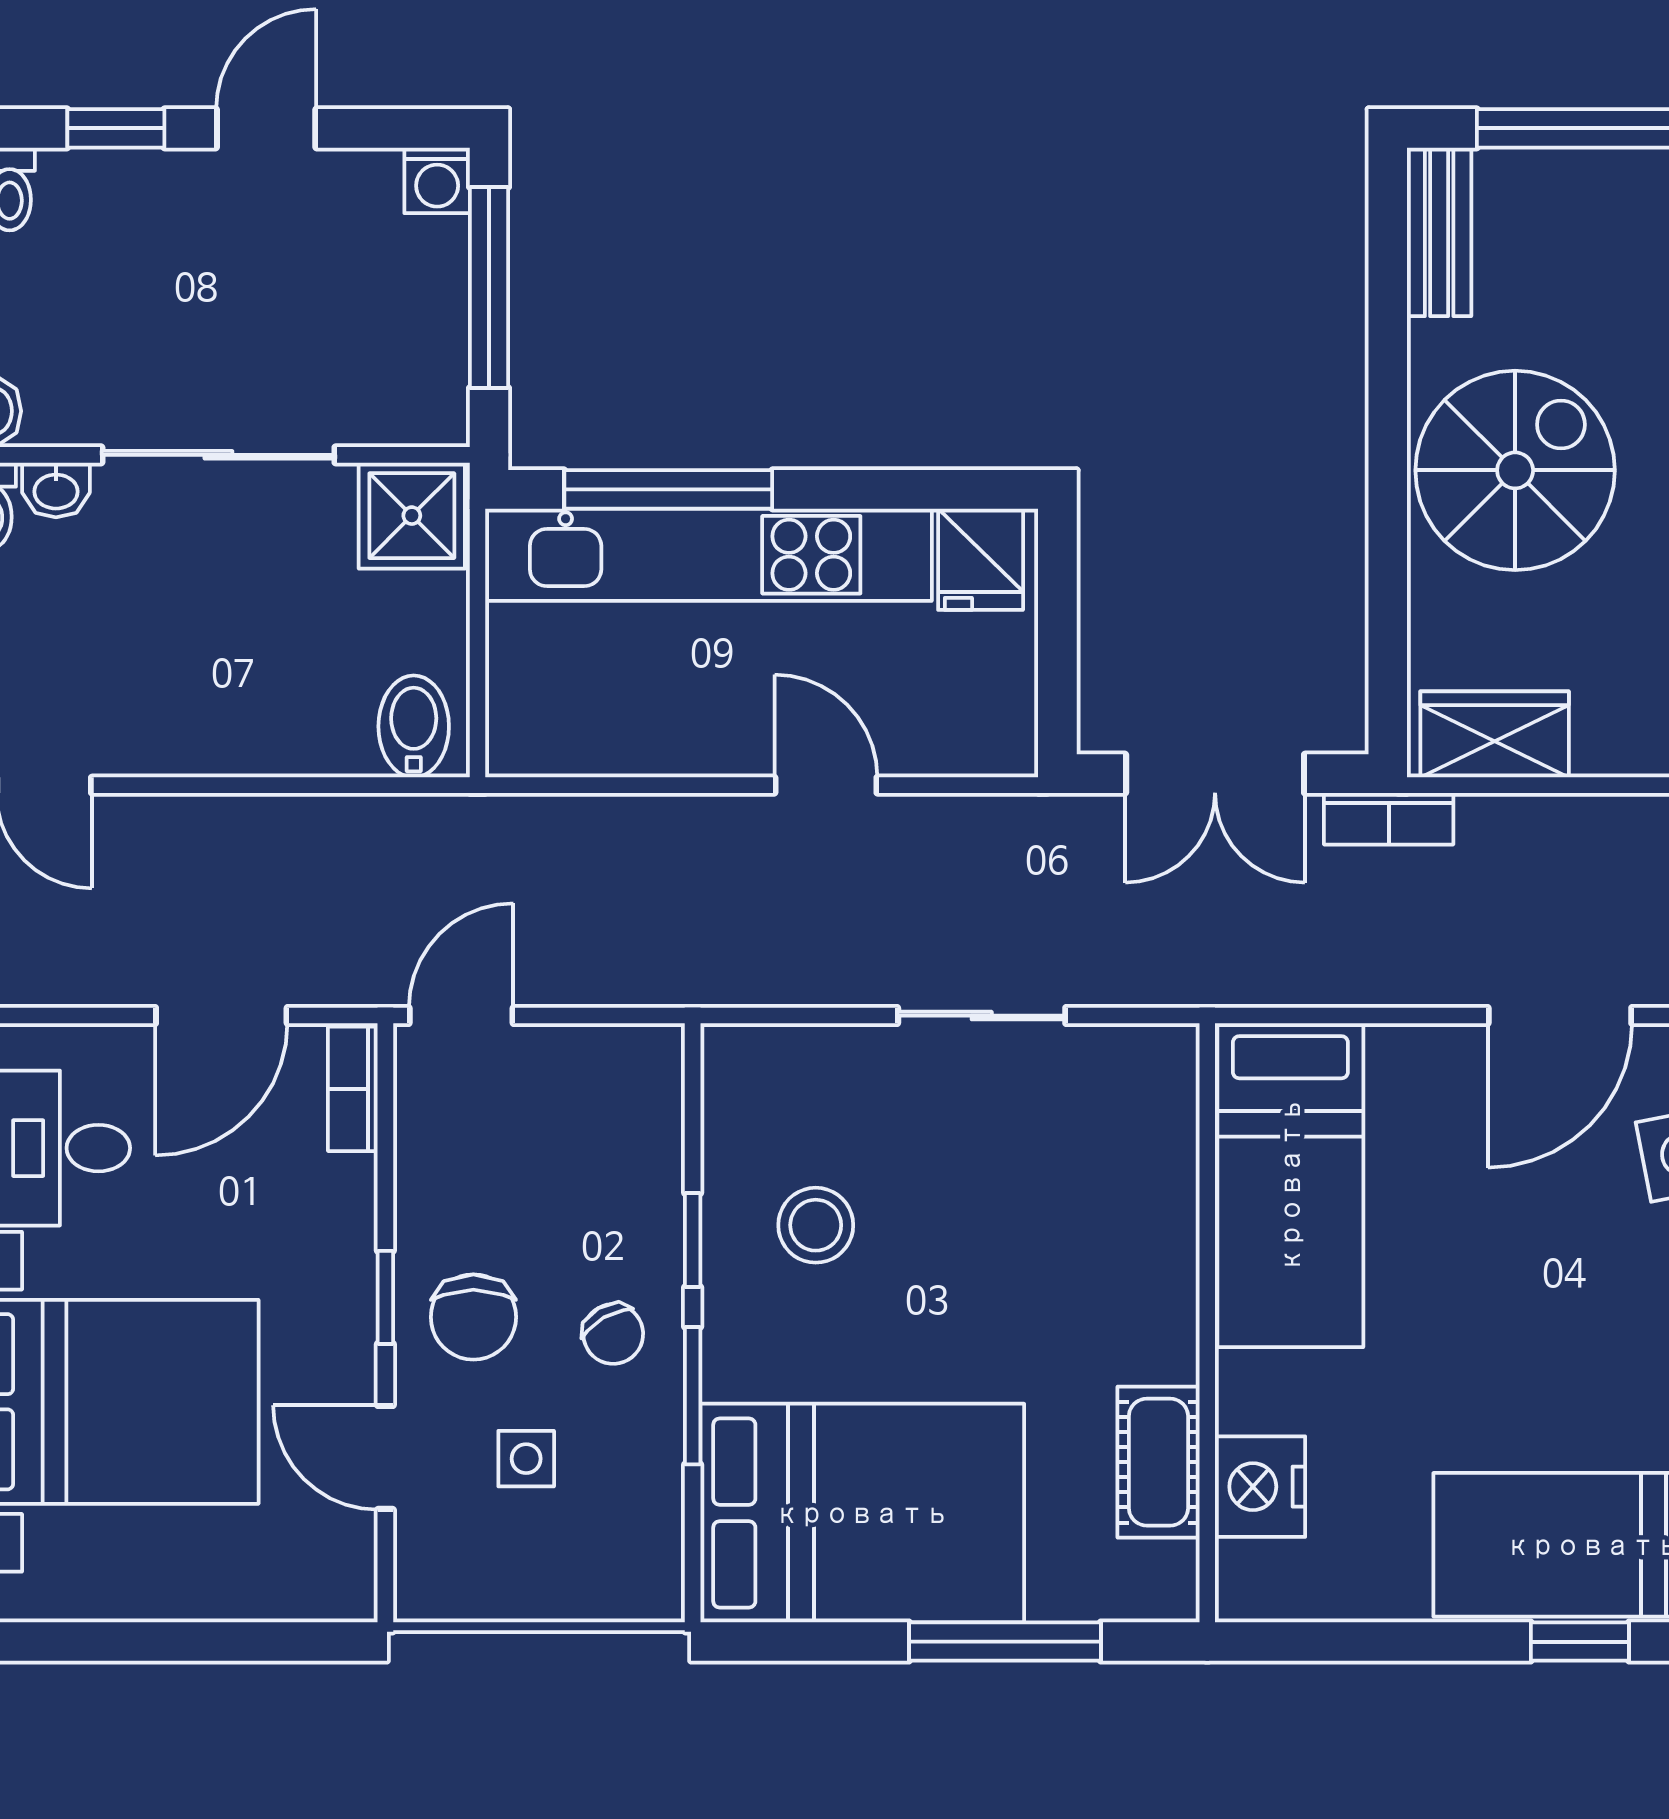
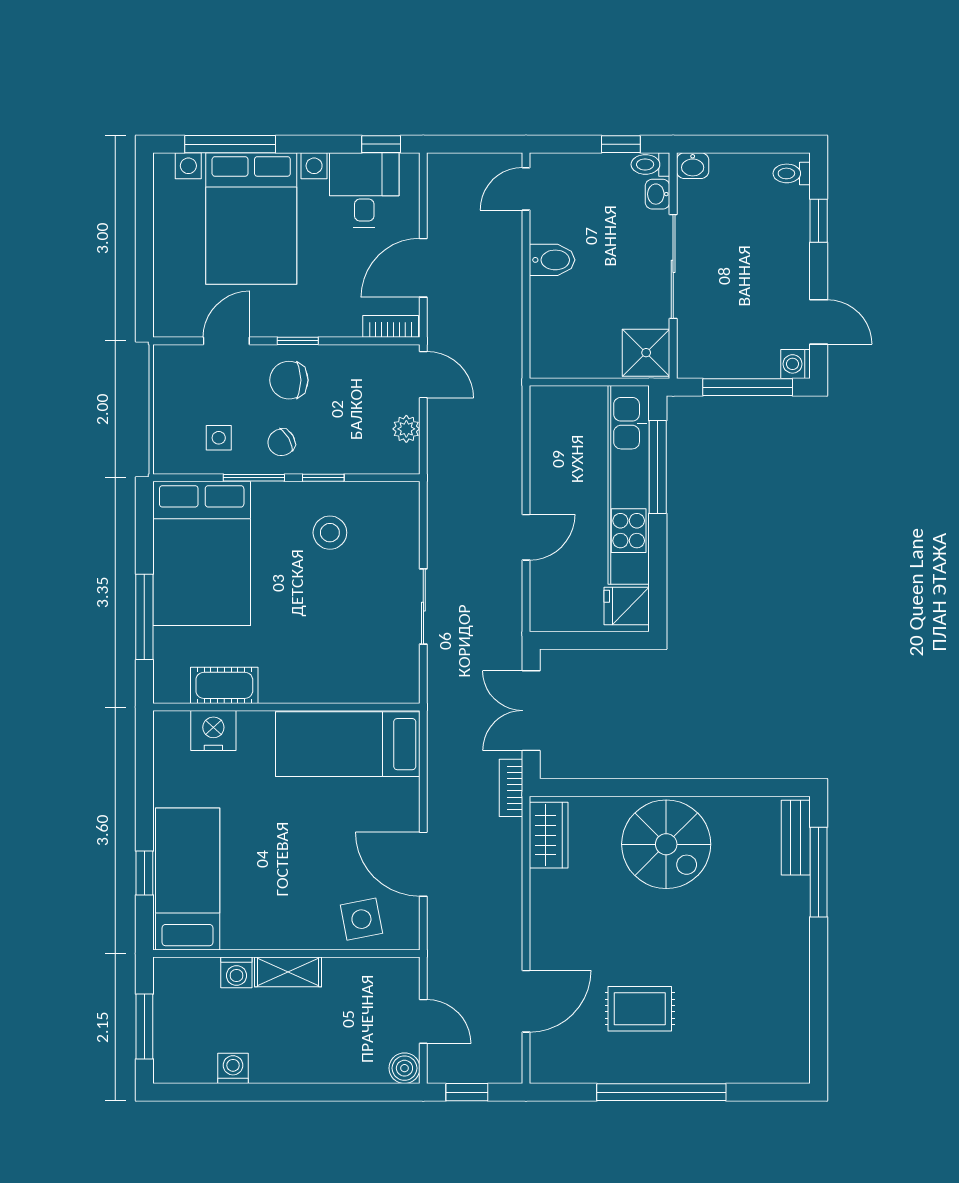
door: (266, 128) -> (819, 322), moved
bench: (1439, 232) -> (796, 838), moved, turned 90
bidet: (414, 726) -> (552, 260), moved
door: (221, 1016) -> (423, 268), hinge flipped
plant: (583, 1054) -> (406, 429), added
side table: (526, 1459) -> (219, 438), moved

